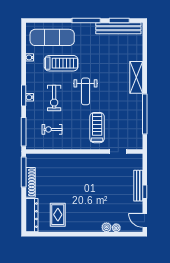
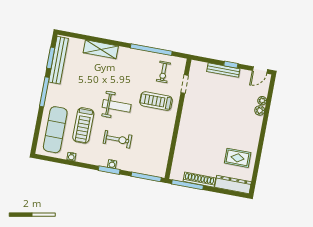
treadmill: (61, 63) -> (83, 125), turned 180
shelving: (136, 77) -> (101, 49), moved
exercise bike: (52, 129) -> (163, 72), moved

